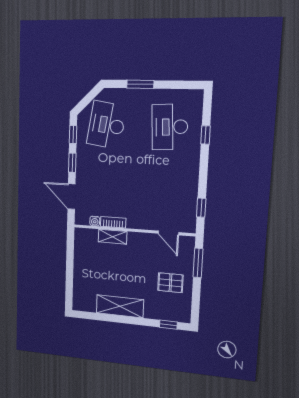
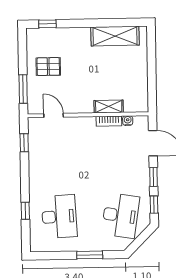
shelving: (120, 306) -> (115, 36), moved

